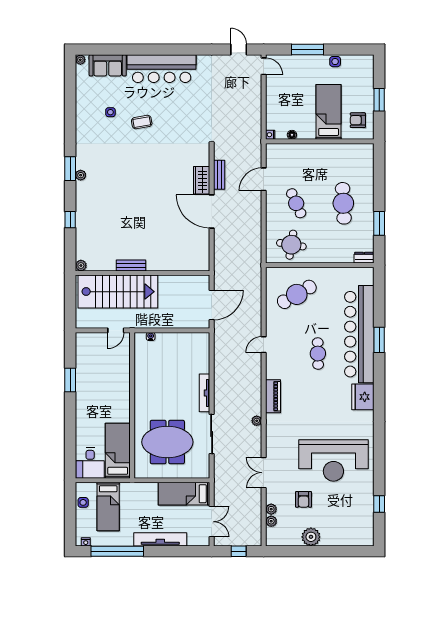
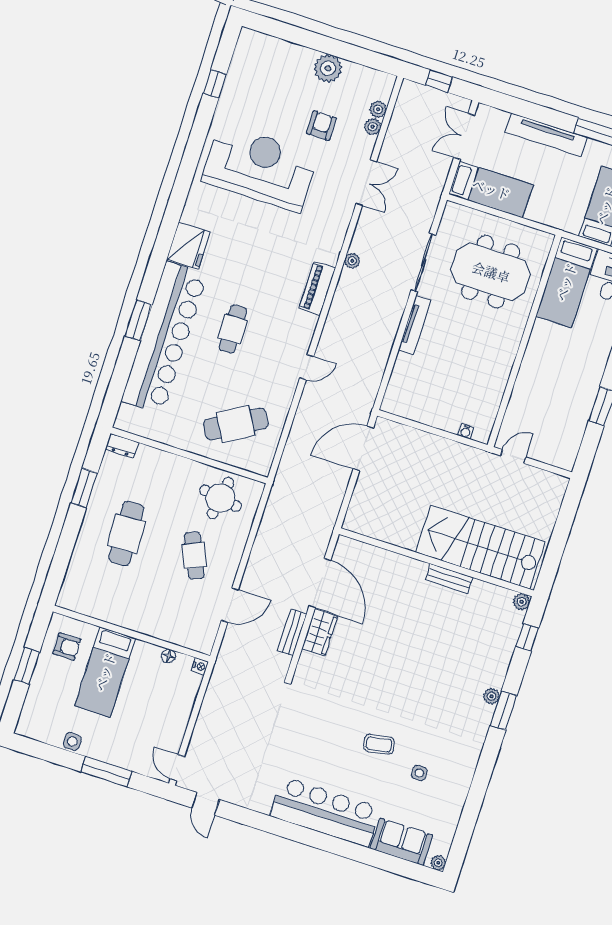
bench: (131, 265) -> (449, 578), moved
plant: (81, 266) -> (522, 602), moved
wall: (142, 273) -> (436, 562), moved
stairs: (118, 292) -> (480, 547), moved

